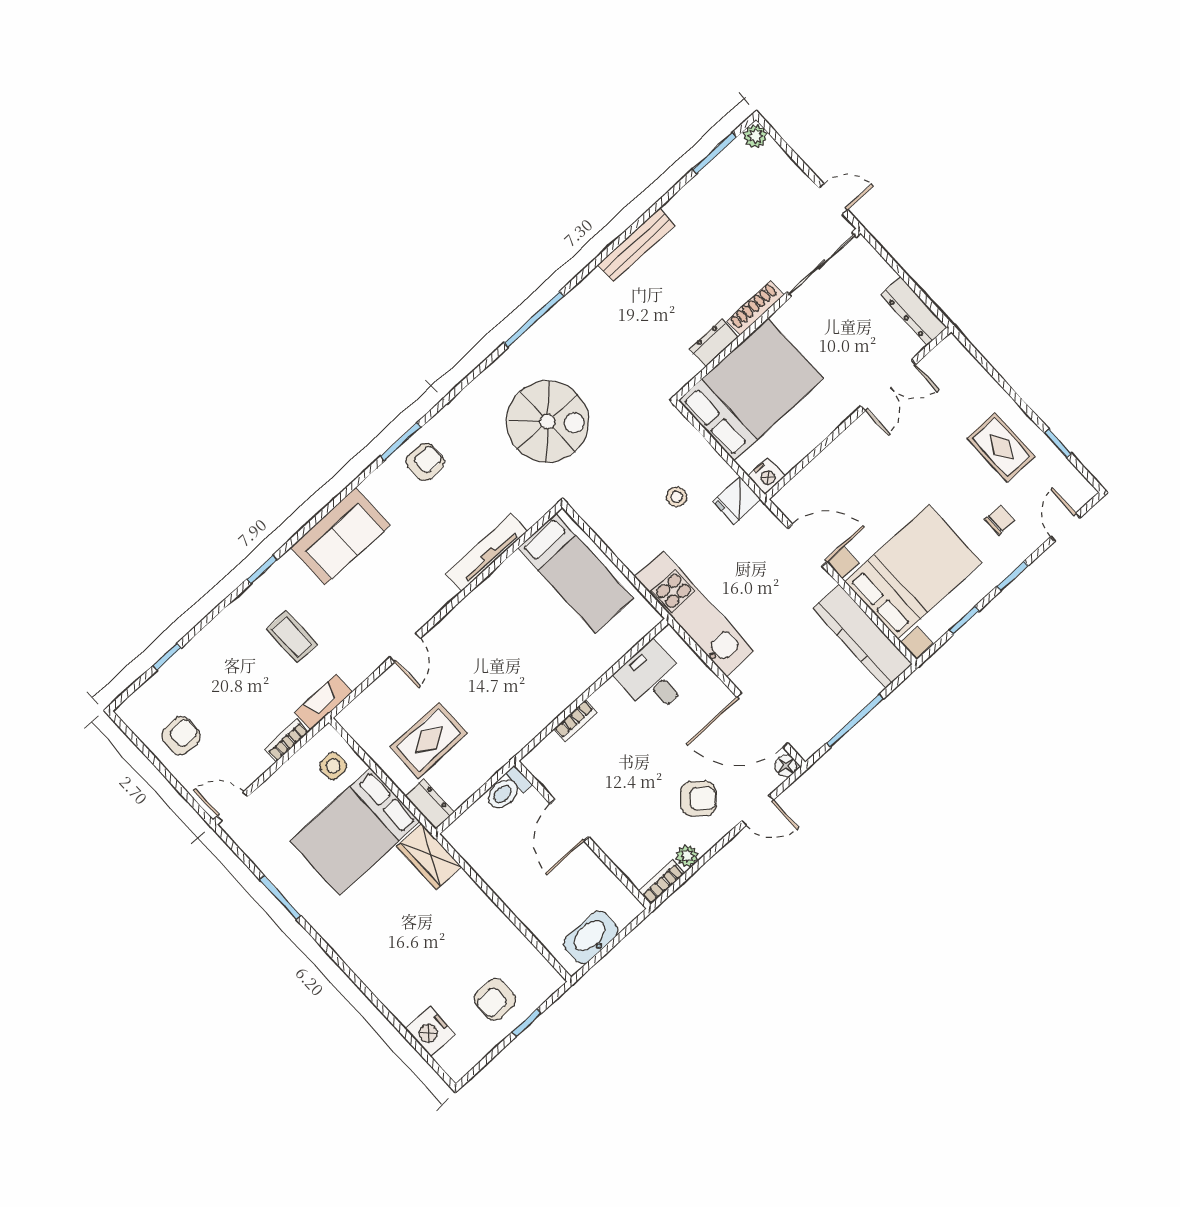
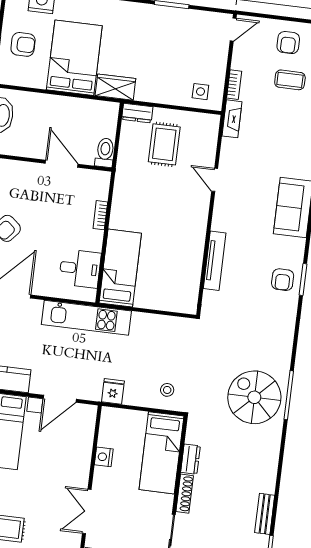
bench: (636, 245) -> (265, 514), moved, width x0.73
bed: (751, 389) -> (161, 453), width x0.67
spiral stairs: (547, 422) -> (254, 397), moved, turned 90
nightstand: (767, 476) -> (104, 457), moved
stool: (677, 497) -> (167, 390), moved
bed: (576, 573) -> (120, 268), moved, turned 90
coffee table: (292, 637) -> (290, 80), moved
bed: (355, 831) -> (74, 58), moved
armchair: (495, 1000) -> (23, 44), turned 90

